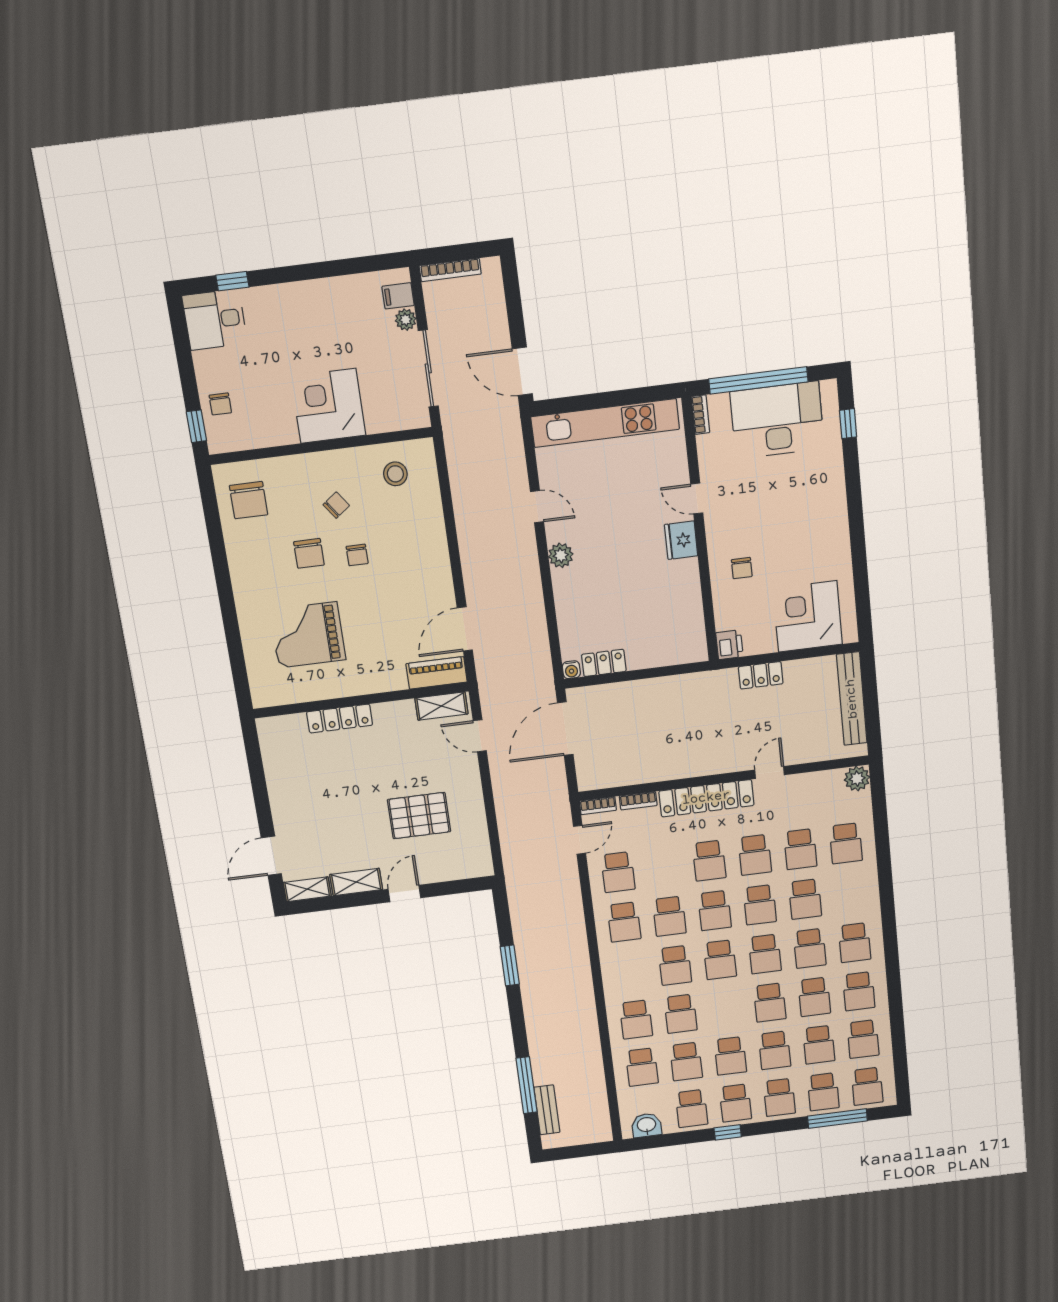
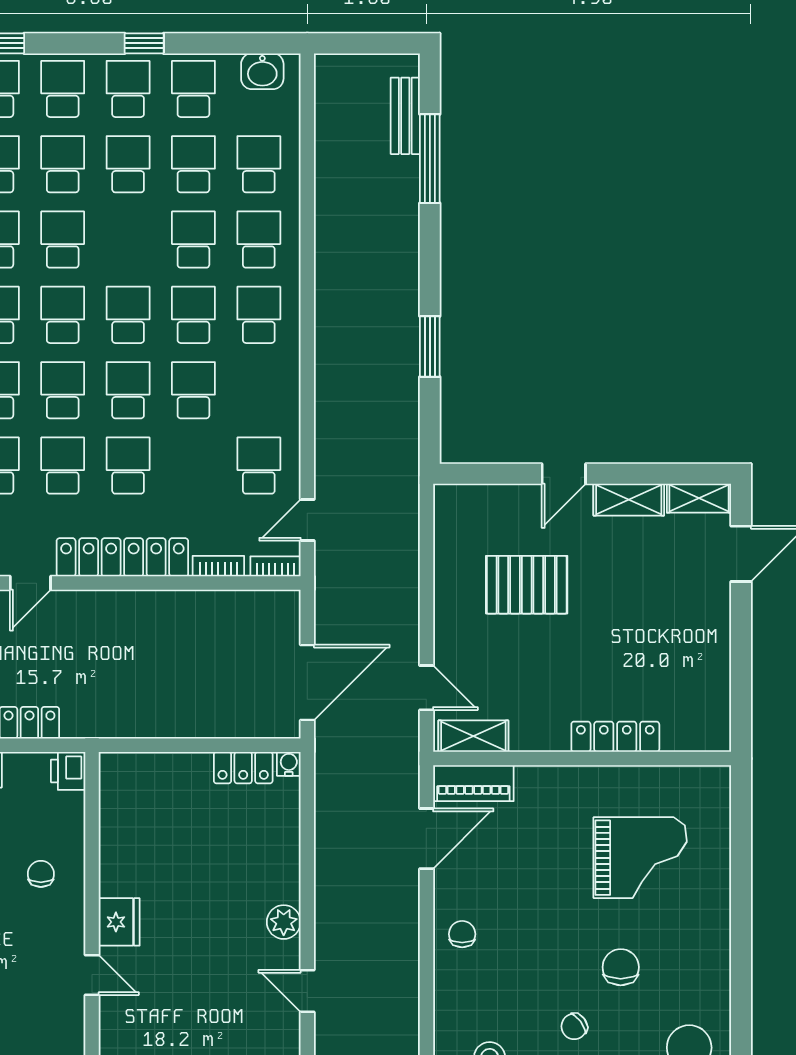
chair: (357, 555) -> (462, 934), moved
school desk: (624, 922) -> (259, 315), moved

